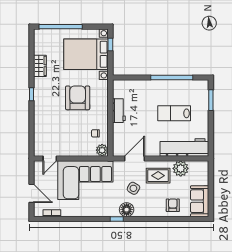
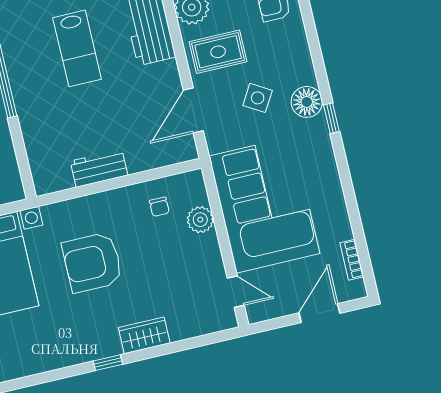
wardrobe: (40, 66) -> (144, 335), moved
plant: (102, 150) -> (200, 220), moved
door: (135, 158) -> (193, 110), hinge flipped
rug: (158, 176) -> (218, 52), turned 90

